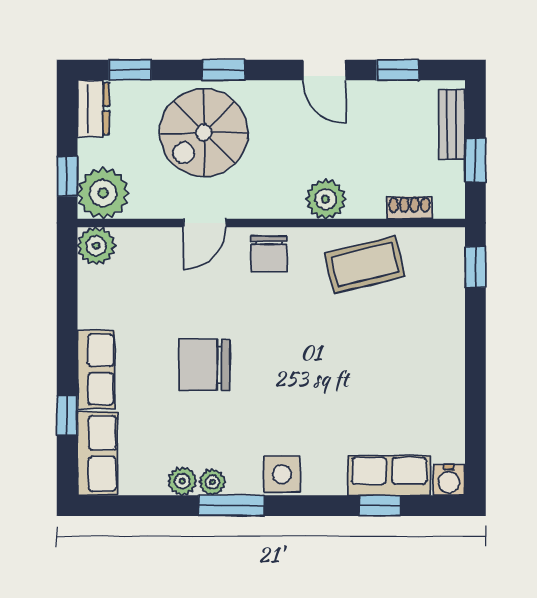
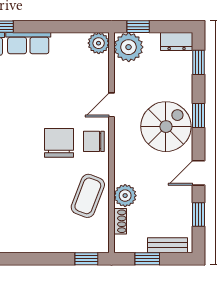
spiral stairs: (204, 133) -> (166, 127), moved, turned 90
plant: (326, 199) -> (125, 196), moved
door: (205, 223) -> (112, 105), hinge flipped
coffee table: (365, 265) -> (88, 196), turned 35
chair: (204, 365) -> (59, 143), moved

